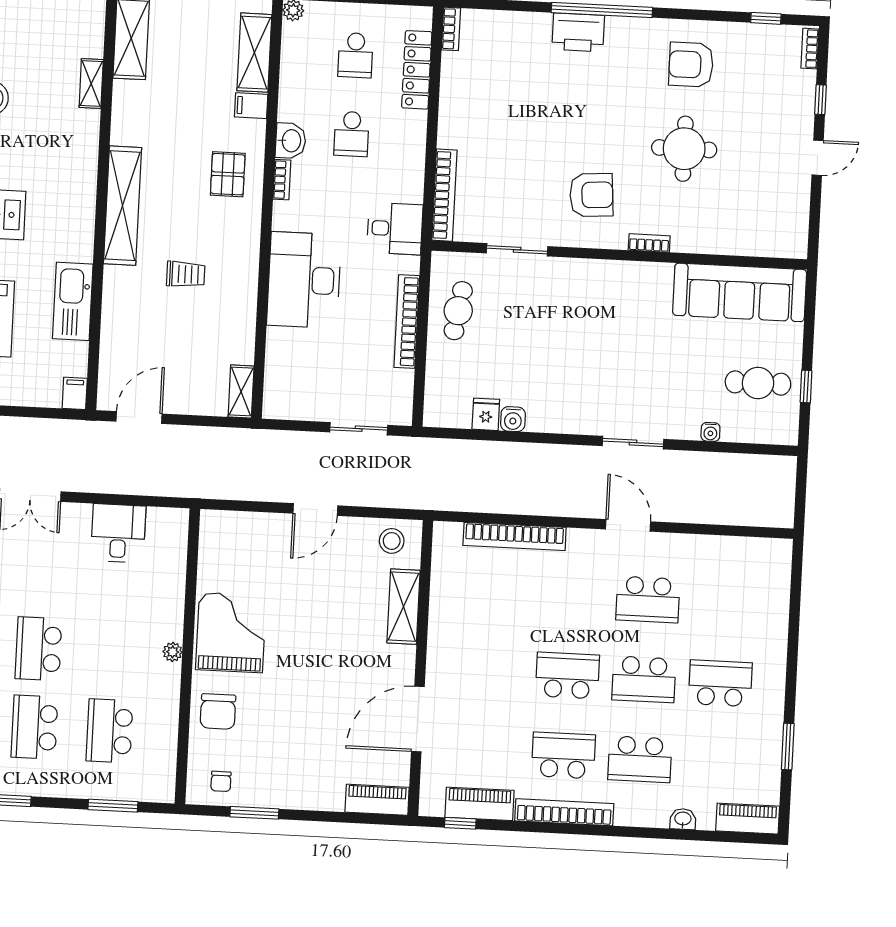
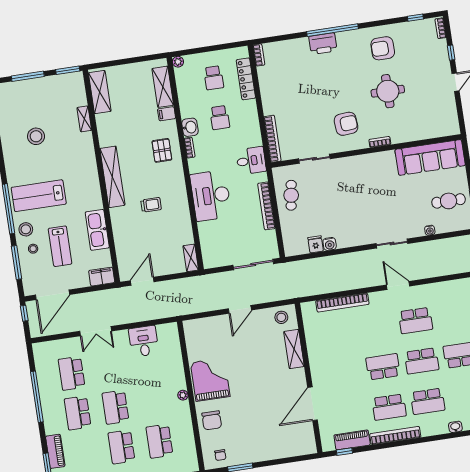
filing cabinet: (75, 393) -> (102, 277), width x2.00
sliding door: (359, 429) -> (253, 264), width x1.37
school desk: (563, 755) -> (389, 407), turned 180
piano: (377, 800) -> (300, 448), removed

